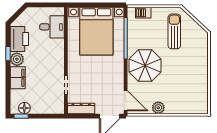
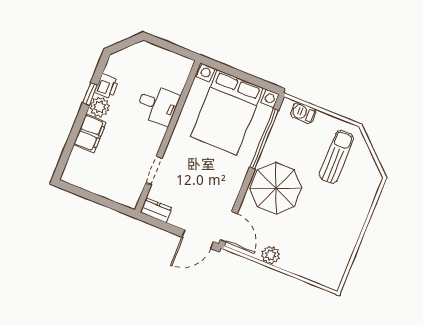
desk: (52, 27) -> (158, 105), moved
printer: (19, 39) -> (107, 86), width x0.53, depth x0.68
floor lamp: (24, 108) -> (82, 180), removed
dresser: (81, 109) -> (156, 210), width x0.70
window: (21, 116) -> (73, 189), removed

